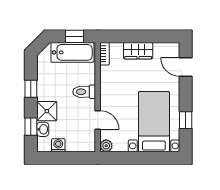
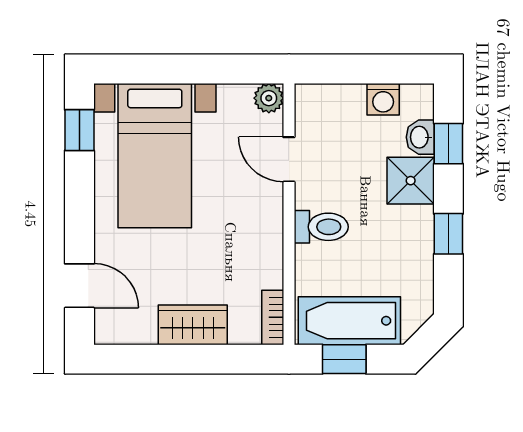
window: (186, 120) -> (79, 130), moved

